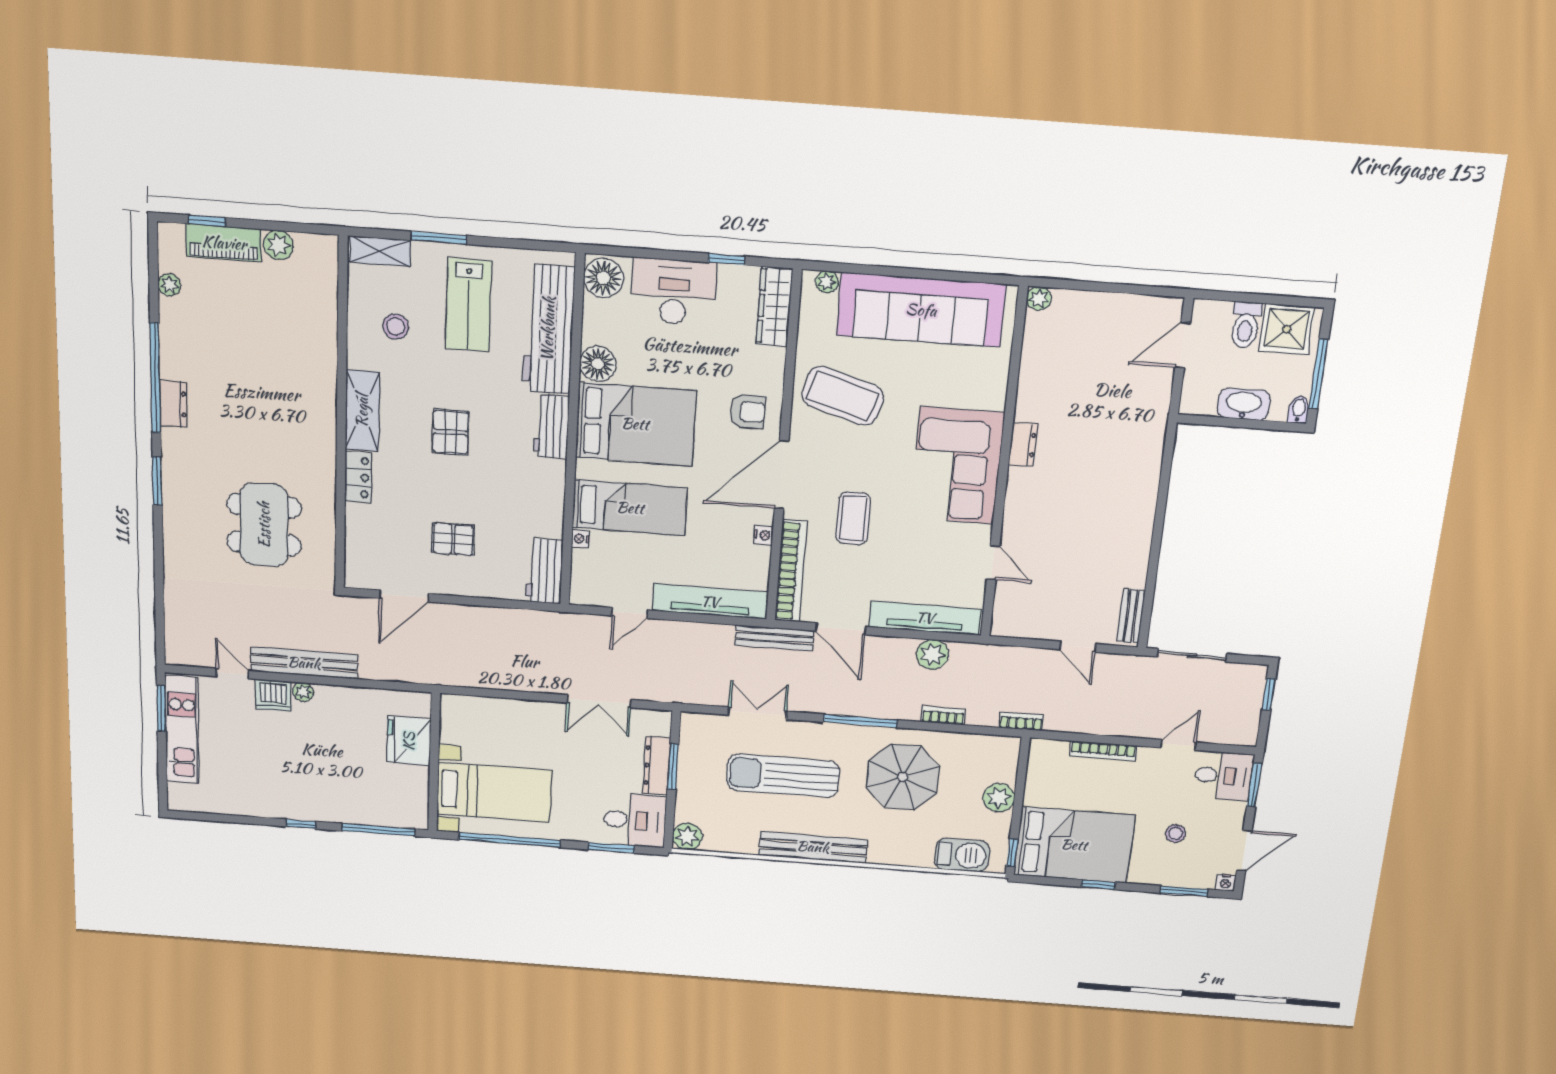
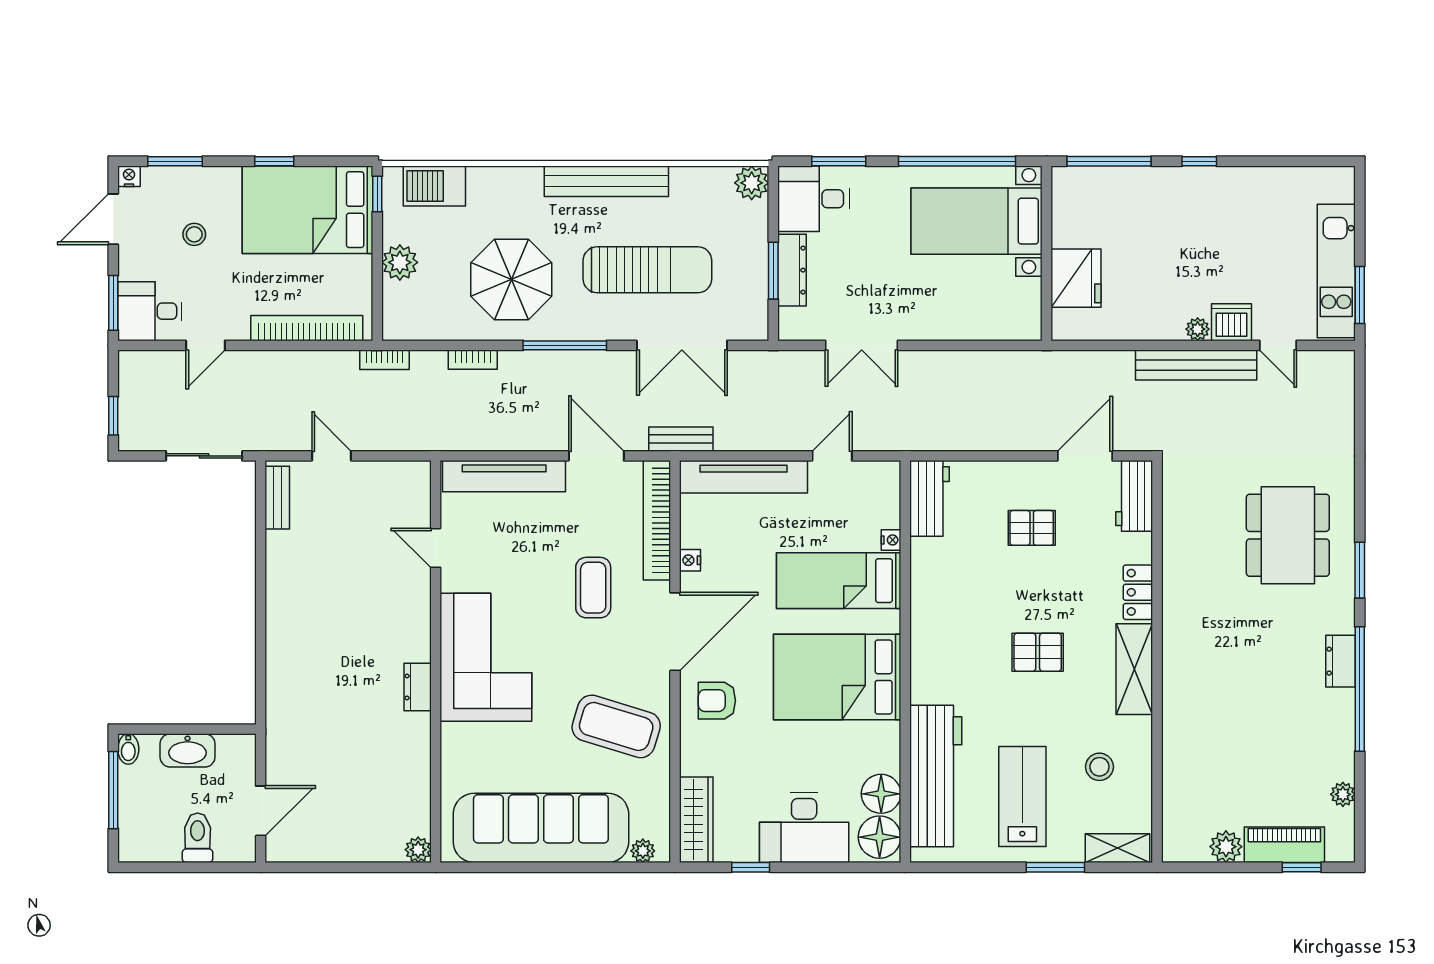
shower: (1287, 329) -> (154, 836), removed
floor lamp: (598, 364) -> (881, 794), moved
workbench: (551, 426) -> (1134, 496), moved, turned 180
pallet: (451, 432) -> (1038, 652), turned 90
dining table: (264, 525) -> (1288, 535), moved
bench: (774, 638) -> (681, 439), width x0.73
plant: (932, 654) -> (492, 433), removed
double door: (599, 701) -> (862, 345), swing flipped
double door: (757, 713) -> (682, 345), width x1.37
bookcase: (1103, 751) -> (307, 328), width x1.48, depth x1.31

